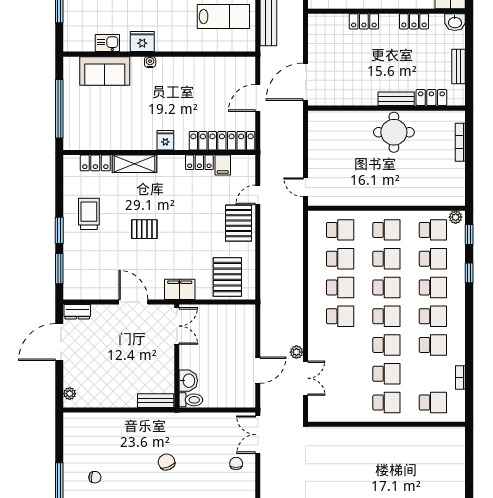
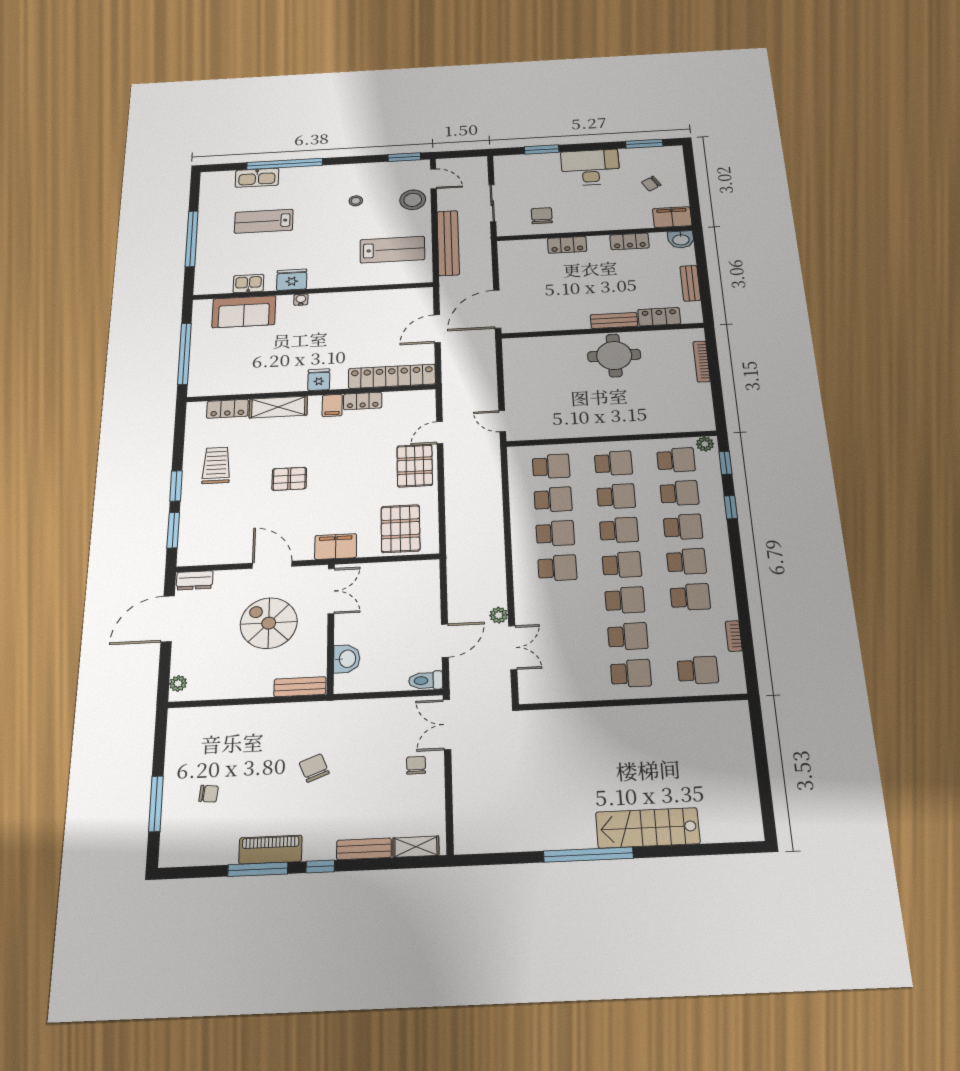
filing cabinet: (223, 165) -> (332, 405), moved
spiral stairs: (132, 349) -> (269, 623), added
toilet: (191, 400) -> (426, 680), moved, turned 180

